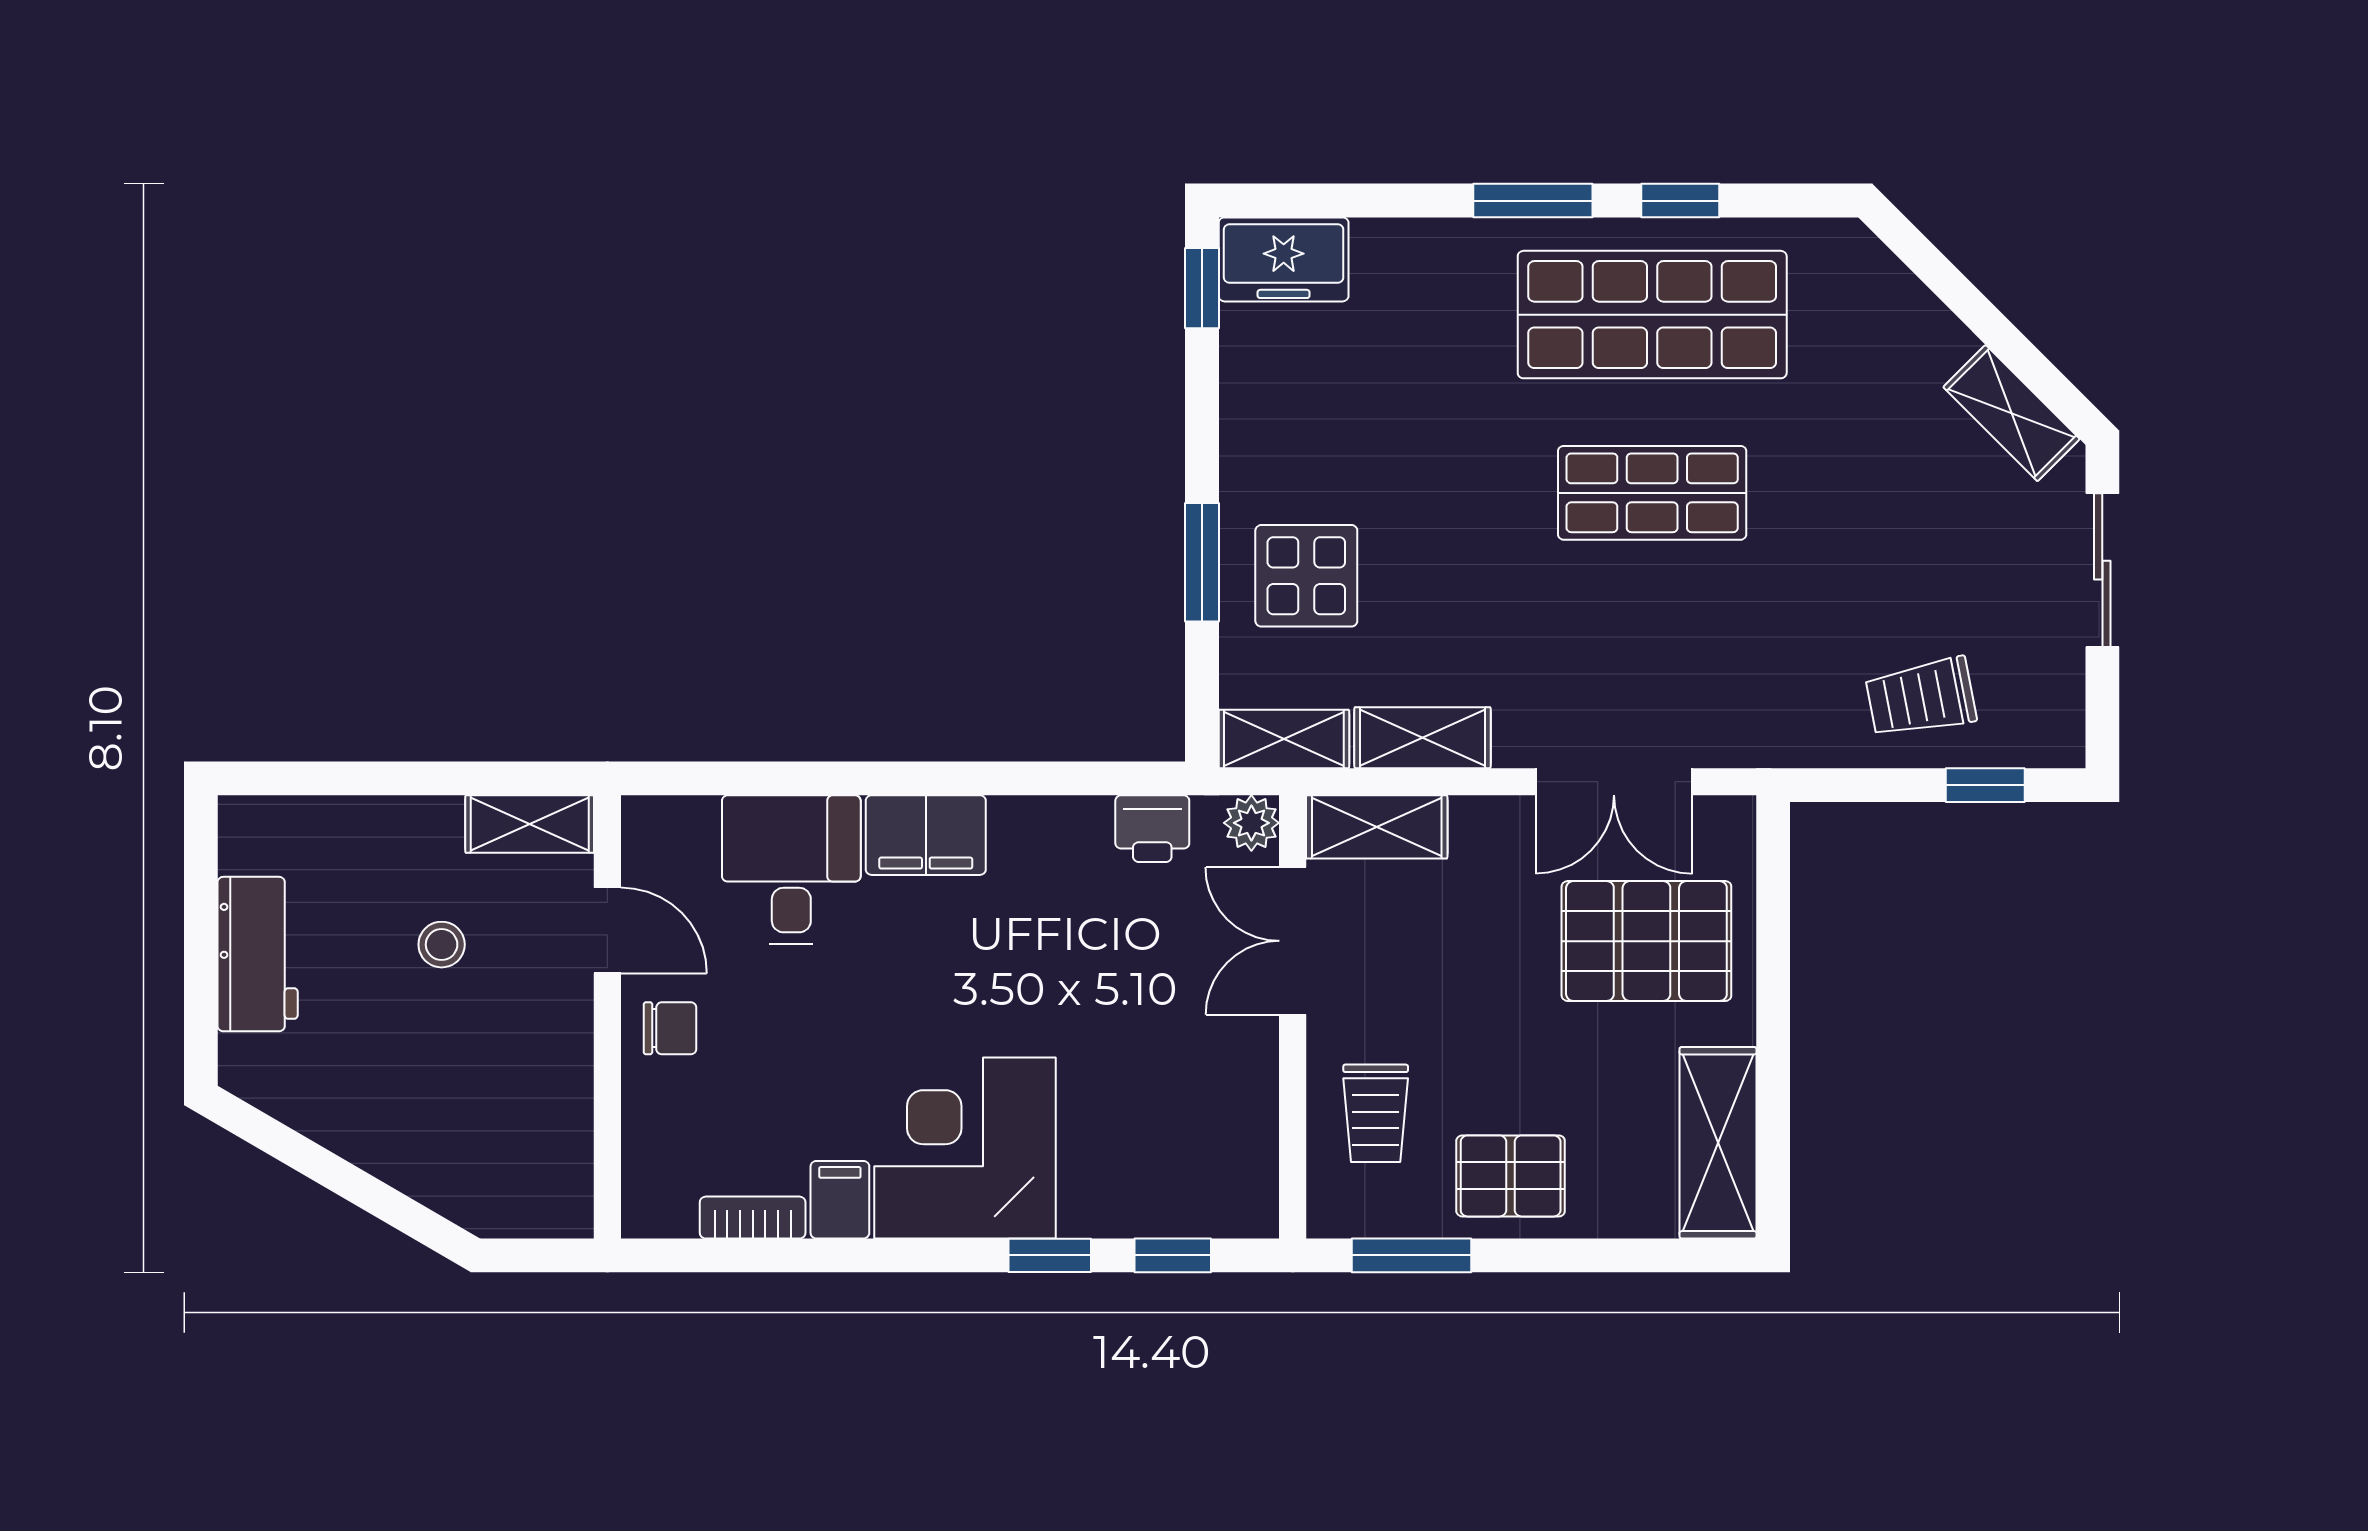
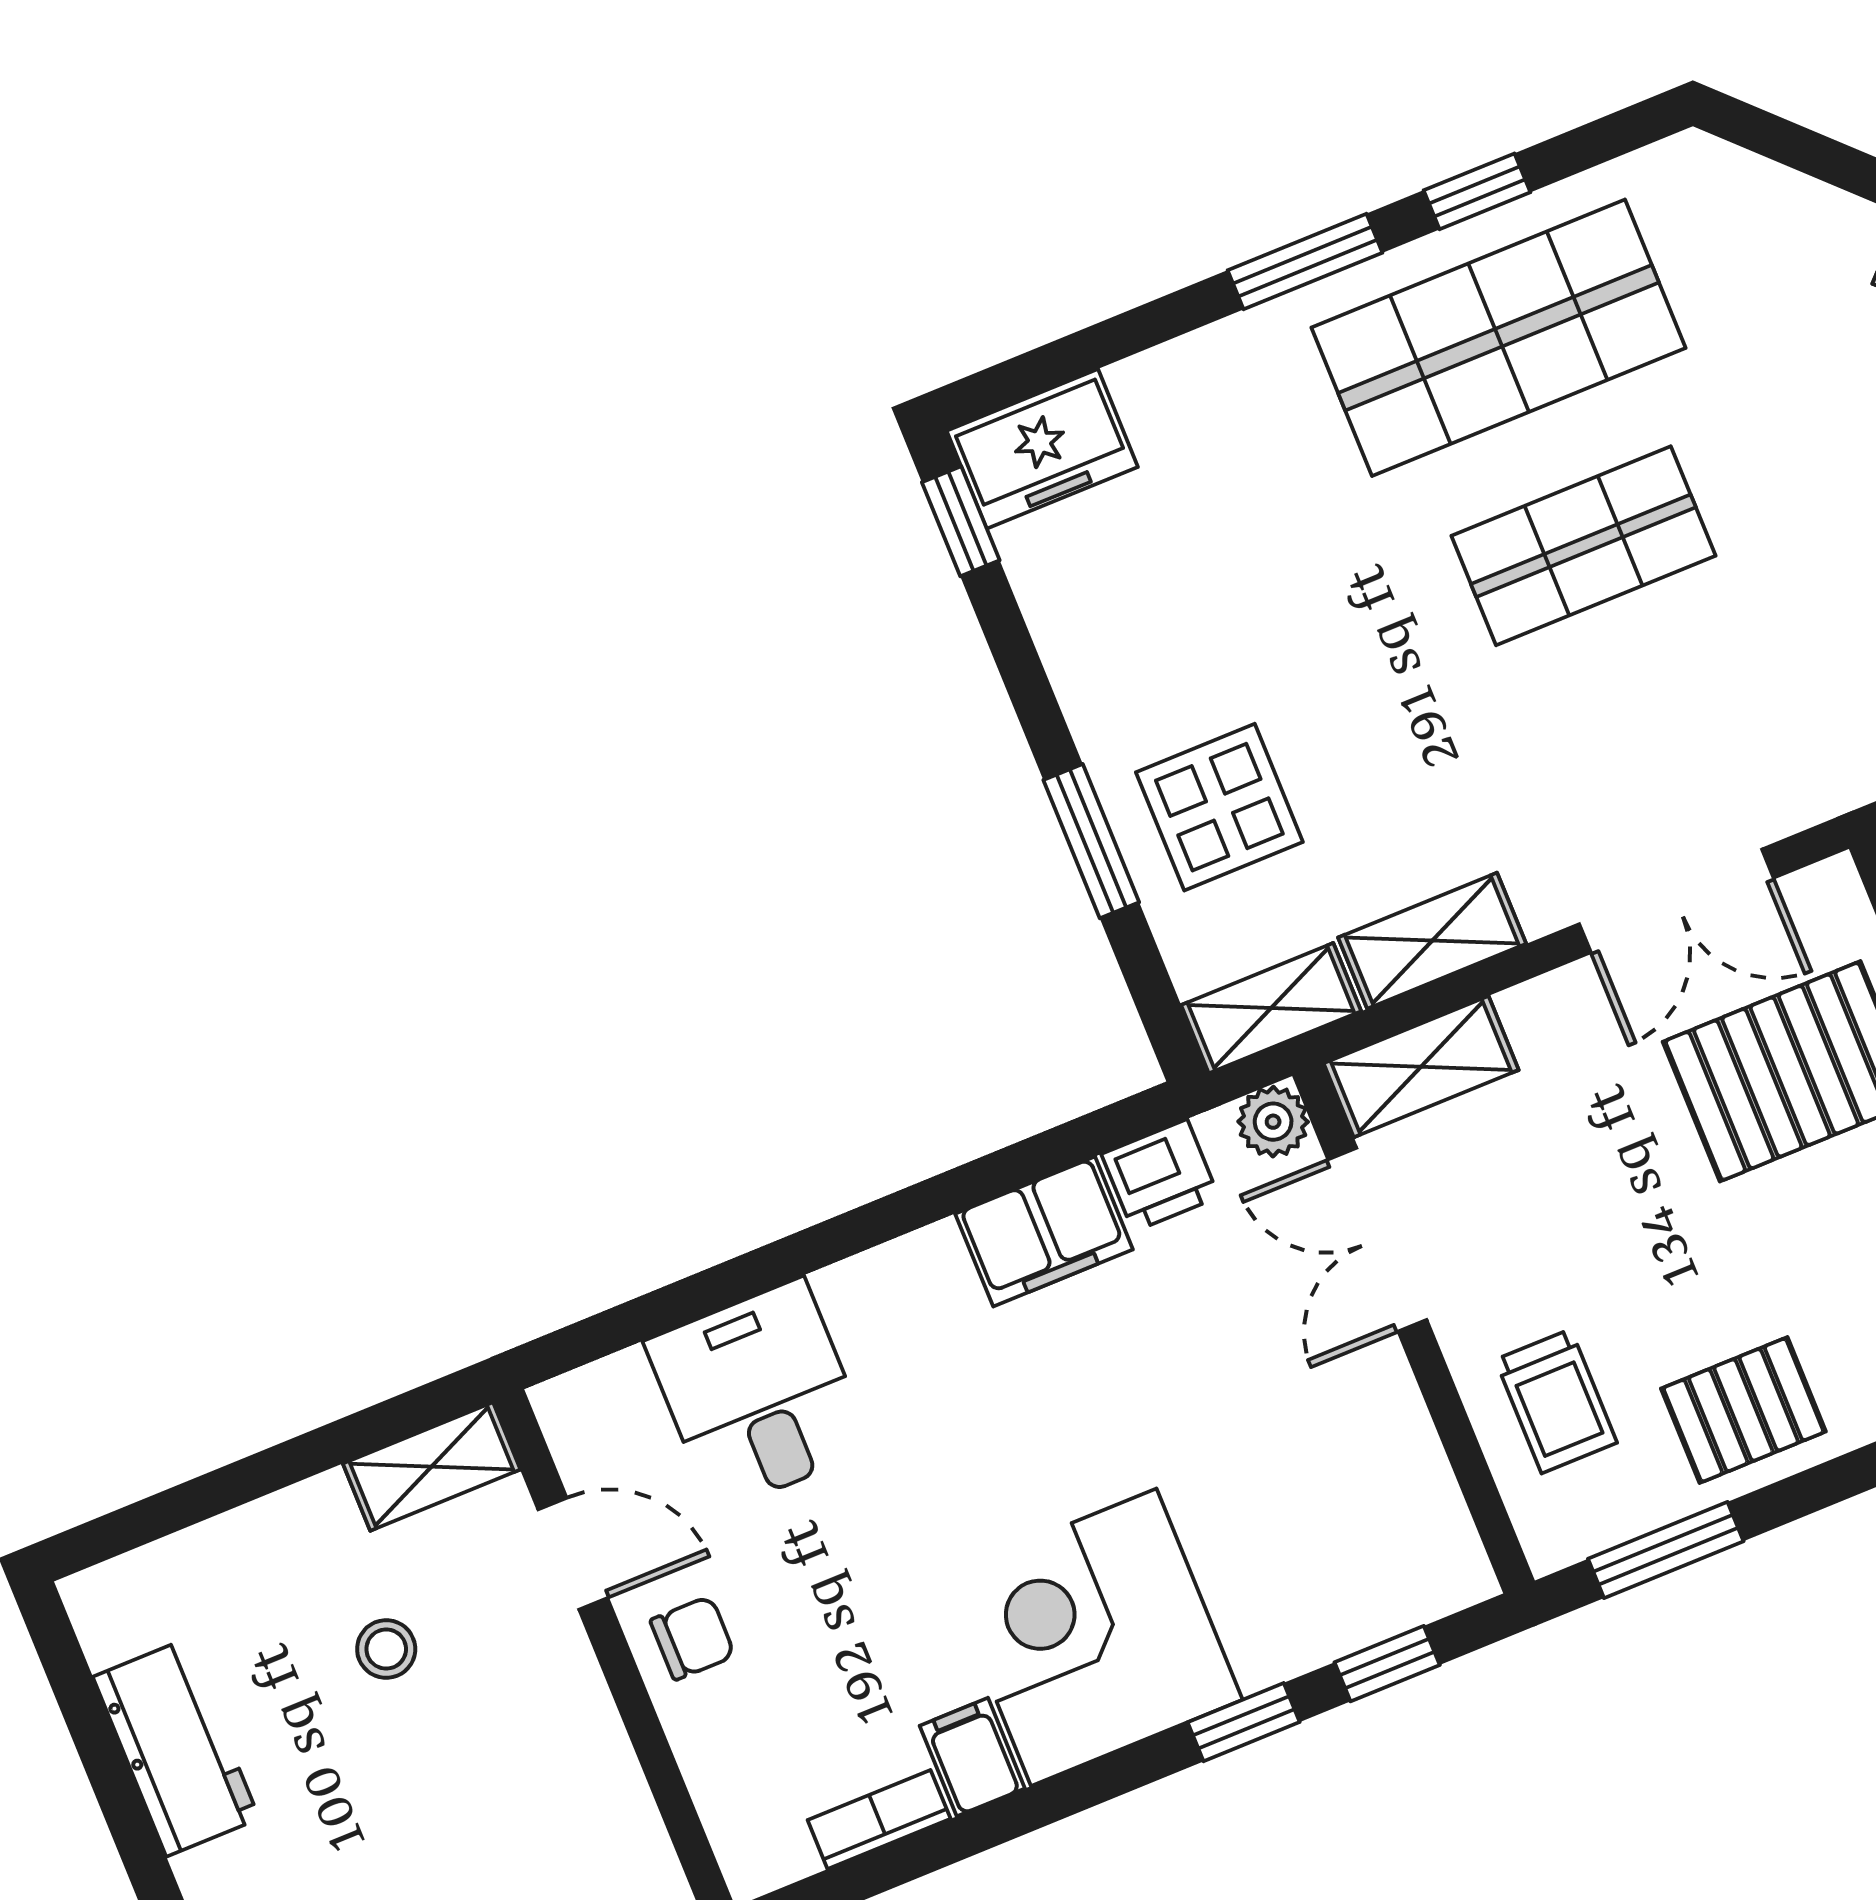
filing cabinet: (926, 835) -> (1044, 1232), moved

